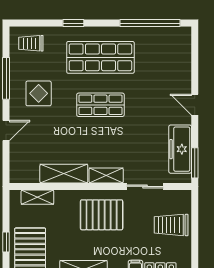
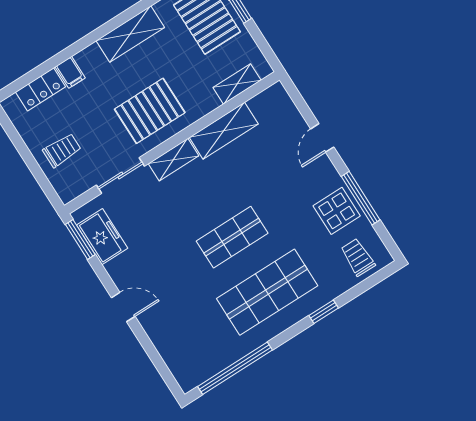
trolley: (31, 43) -> (358, 257), turned -90
display table: (39, 93) -> (337, 211), moved
freezer: (180, 149) -> (102, 237), width x0.71
trolley: (171, 225) -> (62, 150), width x0.73, depth x0.72

